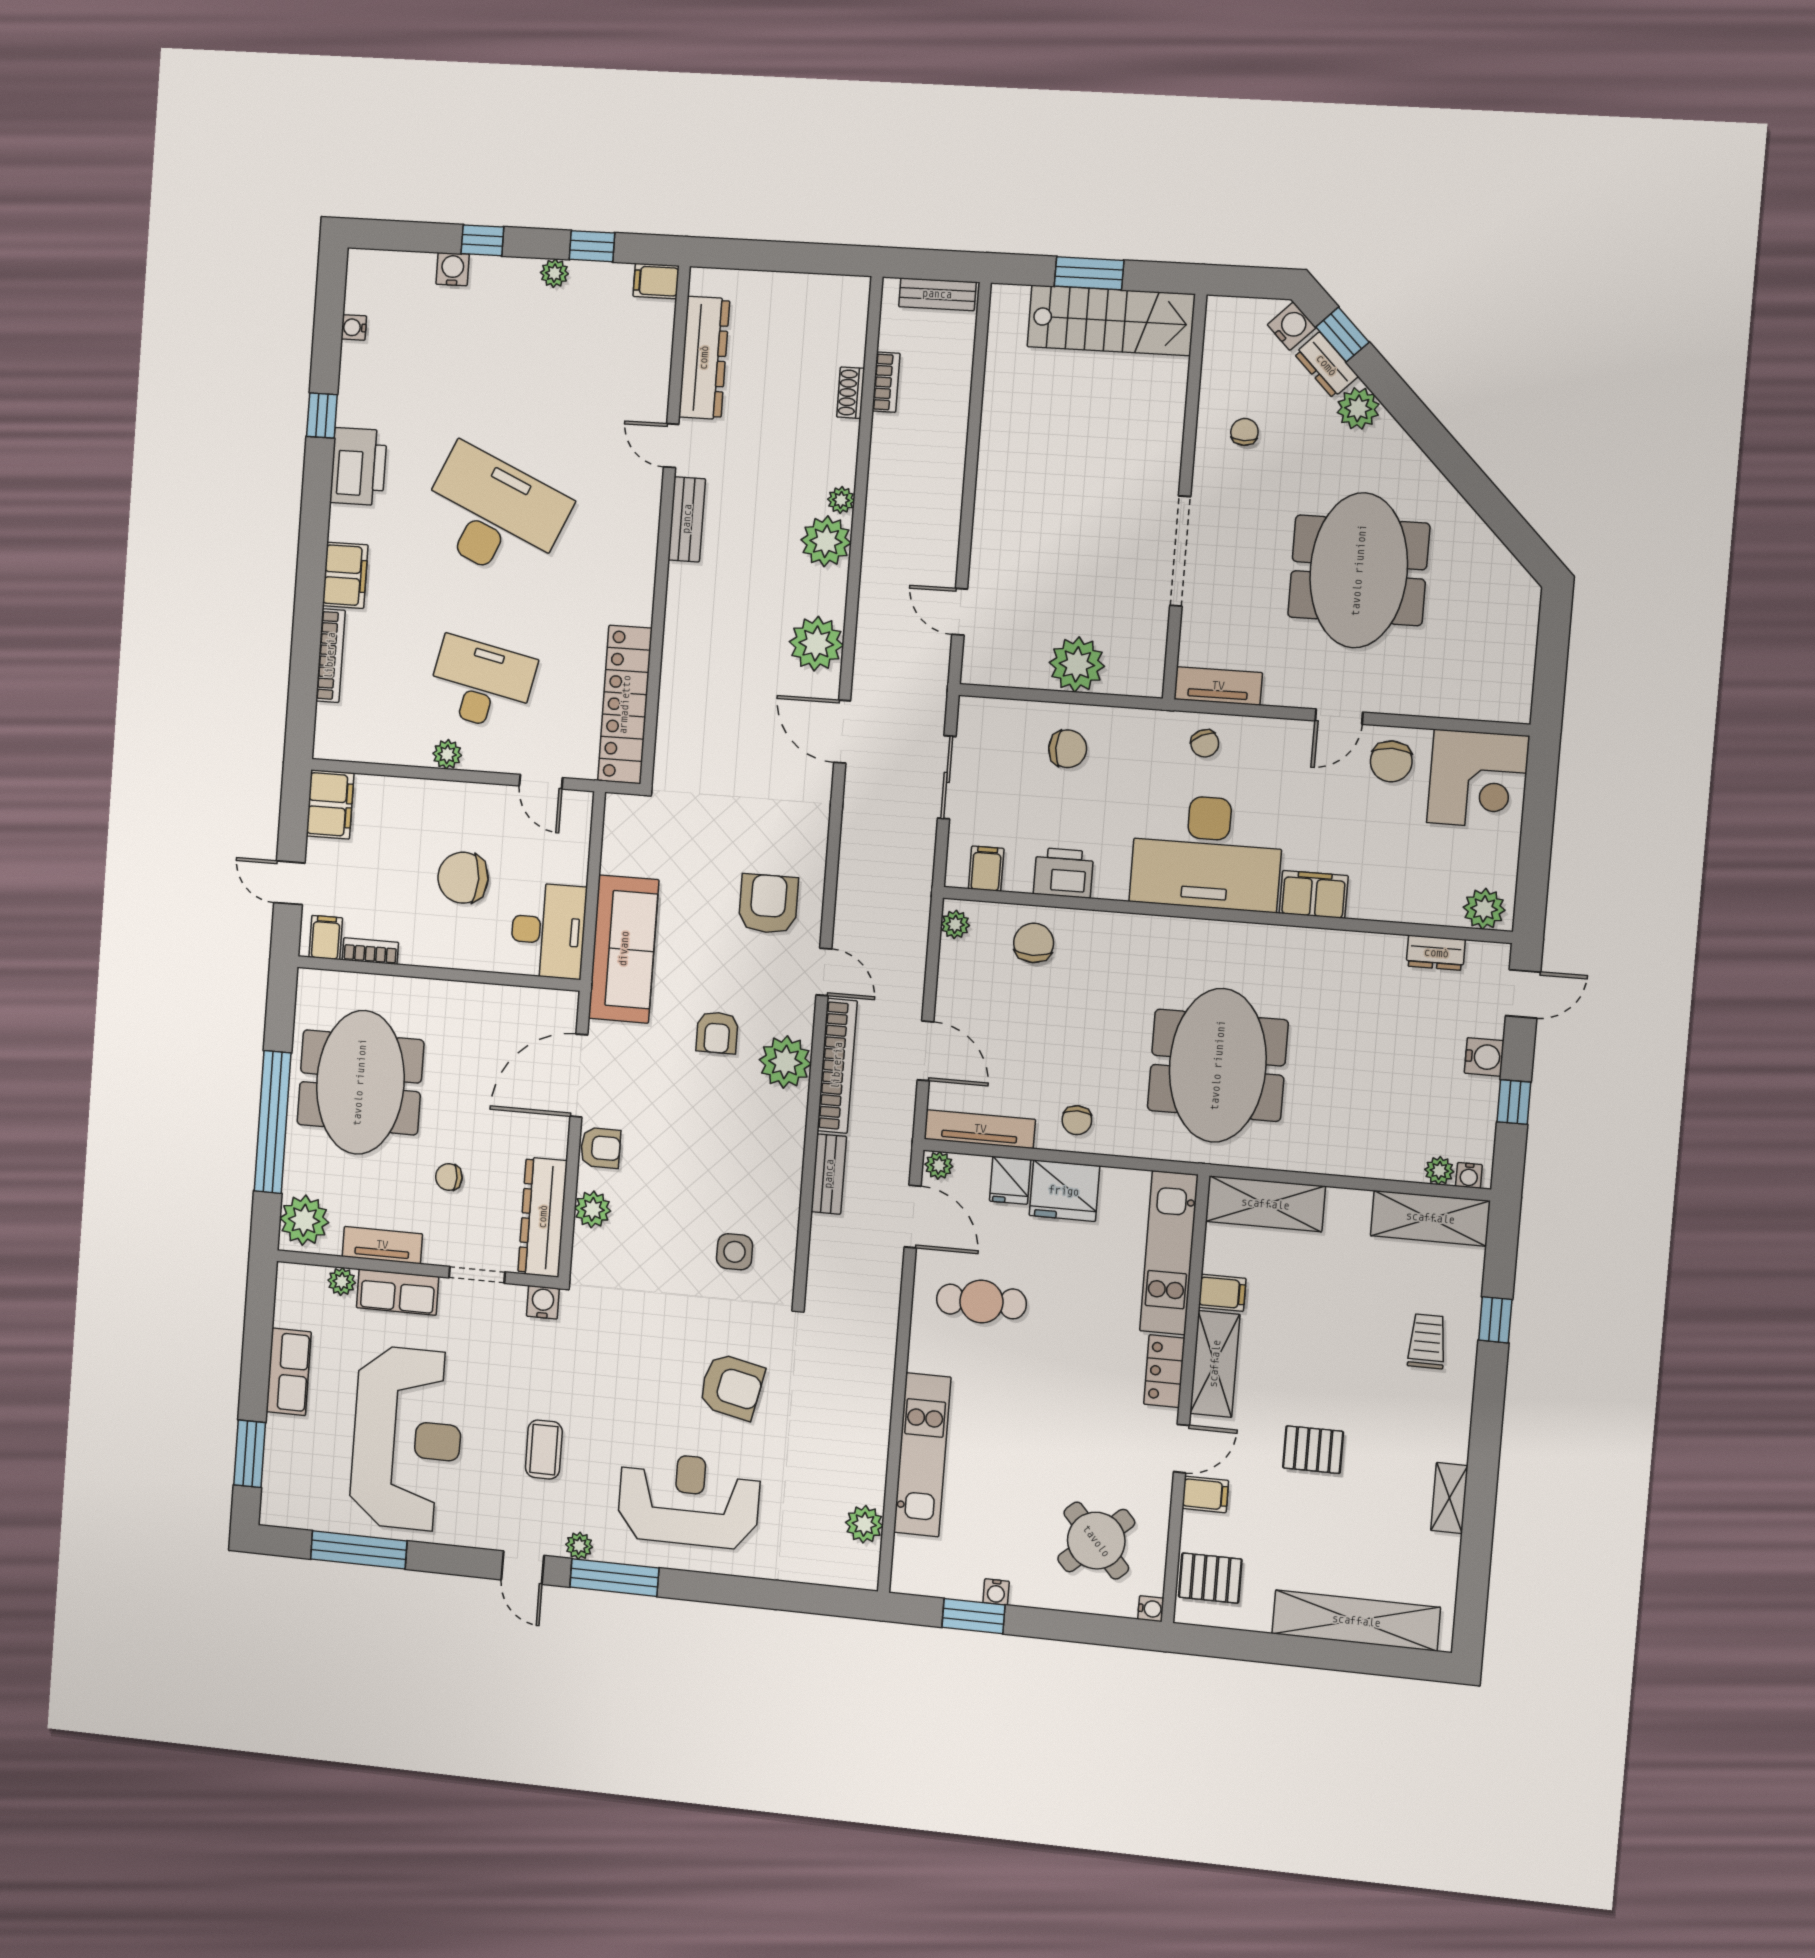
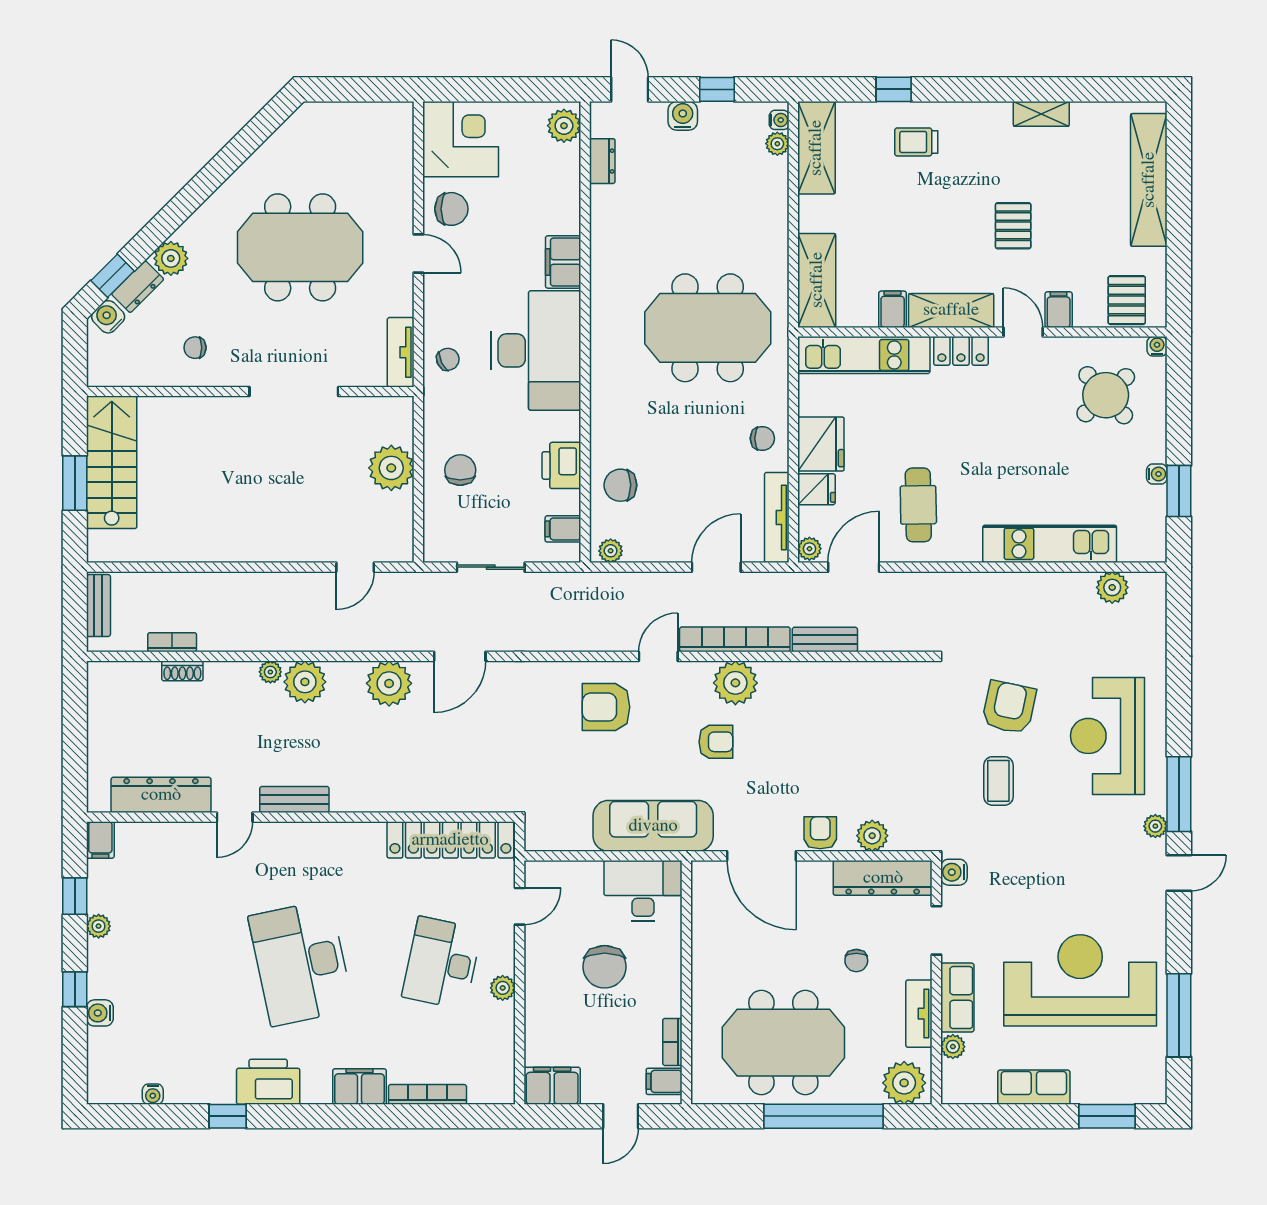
desk: (494, 515) -> (301, 963), turned -36
side table: (735, 1252) -> (897, 713), removed
coffee table: (544, 1450) -> (998, 781), moved, turned 90

